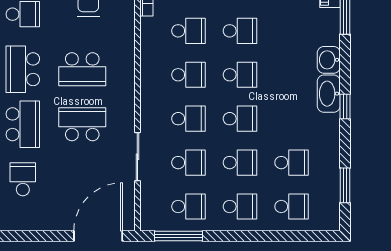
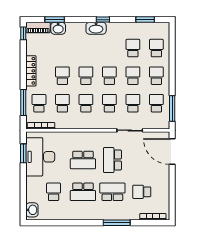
washbasin: (329, 60) -> (58, 28), moved
school desk: (82, 69) -> (83, 160), turned 90

